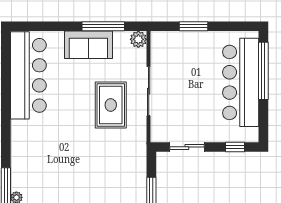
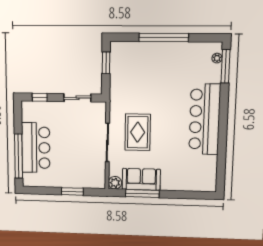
sofa: (88, 45) -> (141, 179), moved
bar counter: (28, 75) -> (205, 119), moved
bar counter: (241, 82) -> (36, 148), width x0.73

